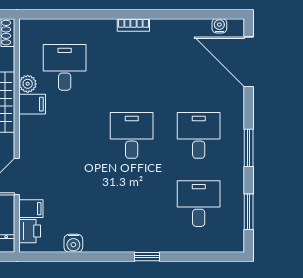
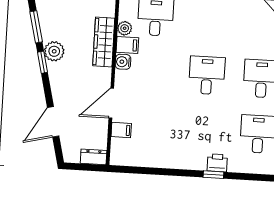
printer: (30, 231) -> (217, 163), moved, turned -90
water cooler: (73, 243) -> (123, 62), moved, turned 90

